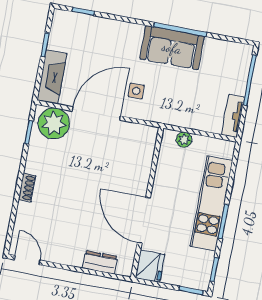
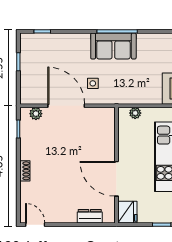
fireplace: (52, 77) -> (28, 85), removed
door: (96, 113) -> (66, 106), hinge flipped
plant: (54, 123) -> (36, 114), width x0.53, depth x0.53

